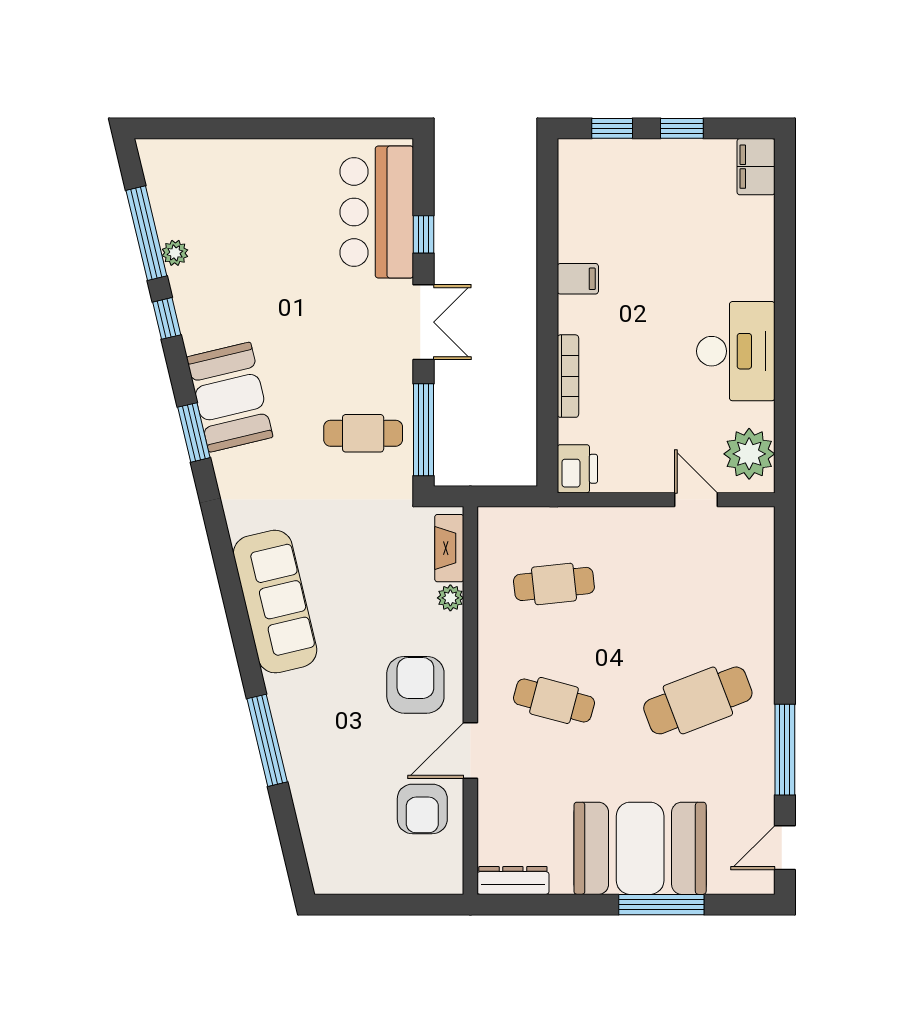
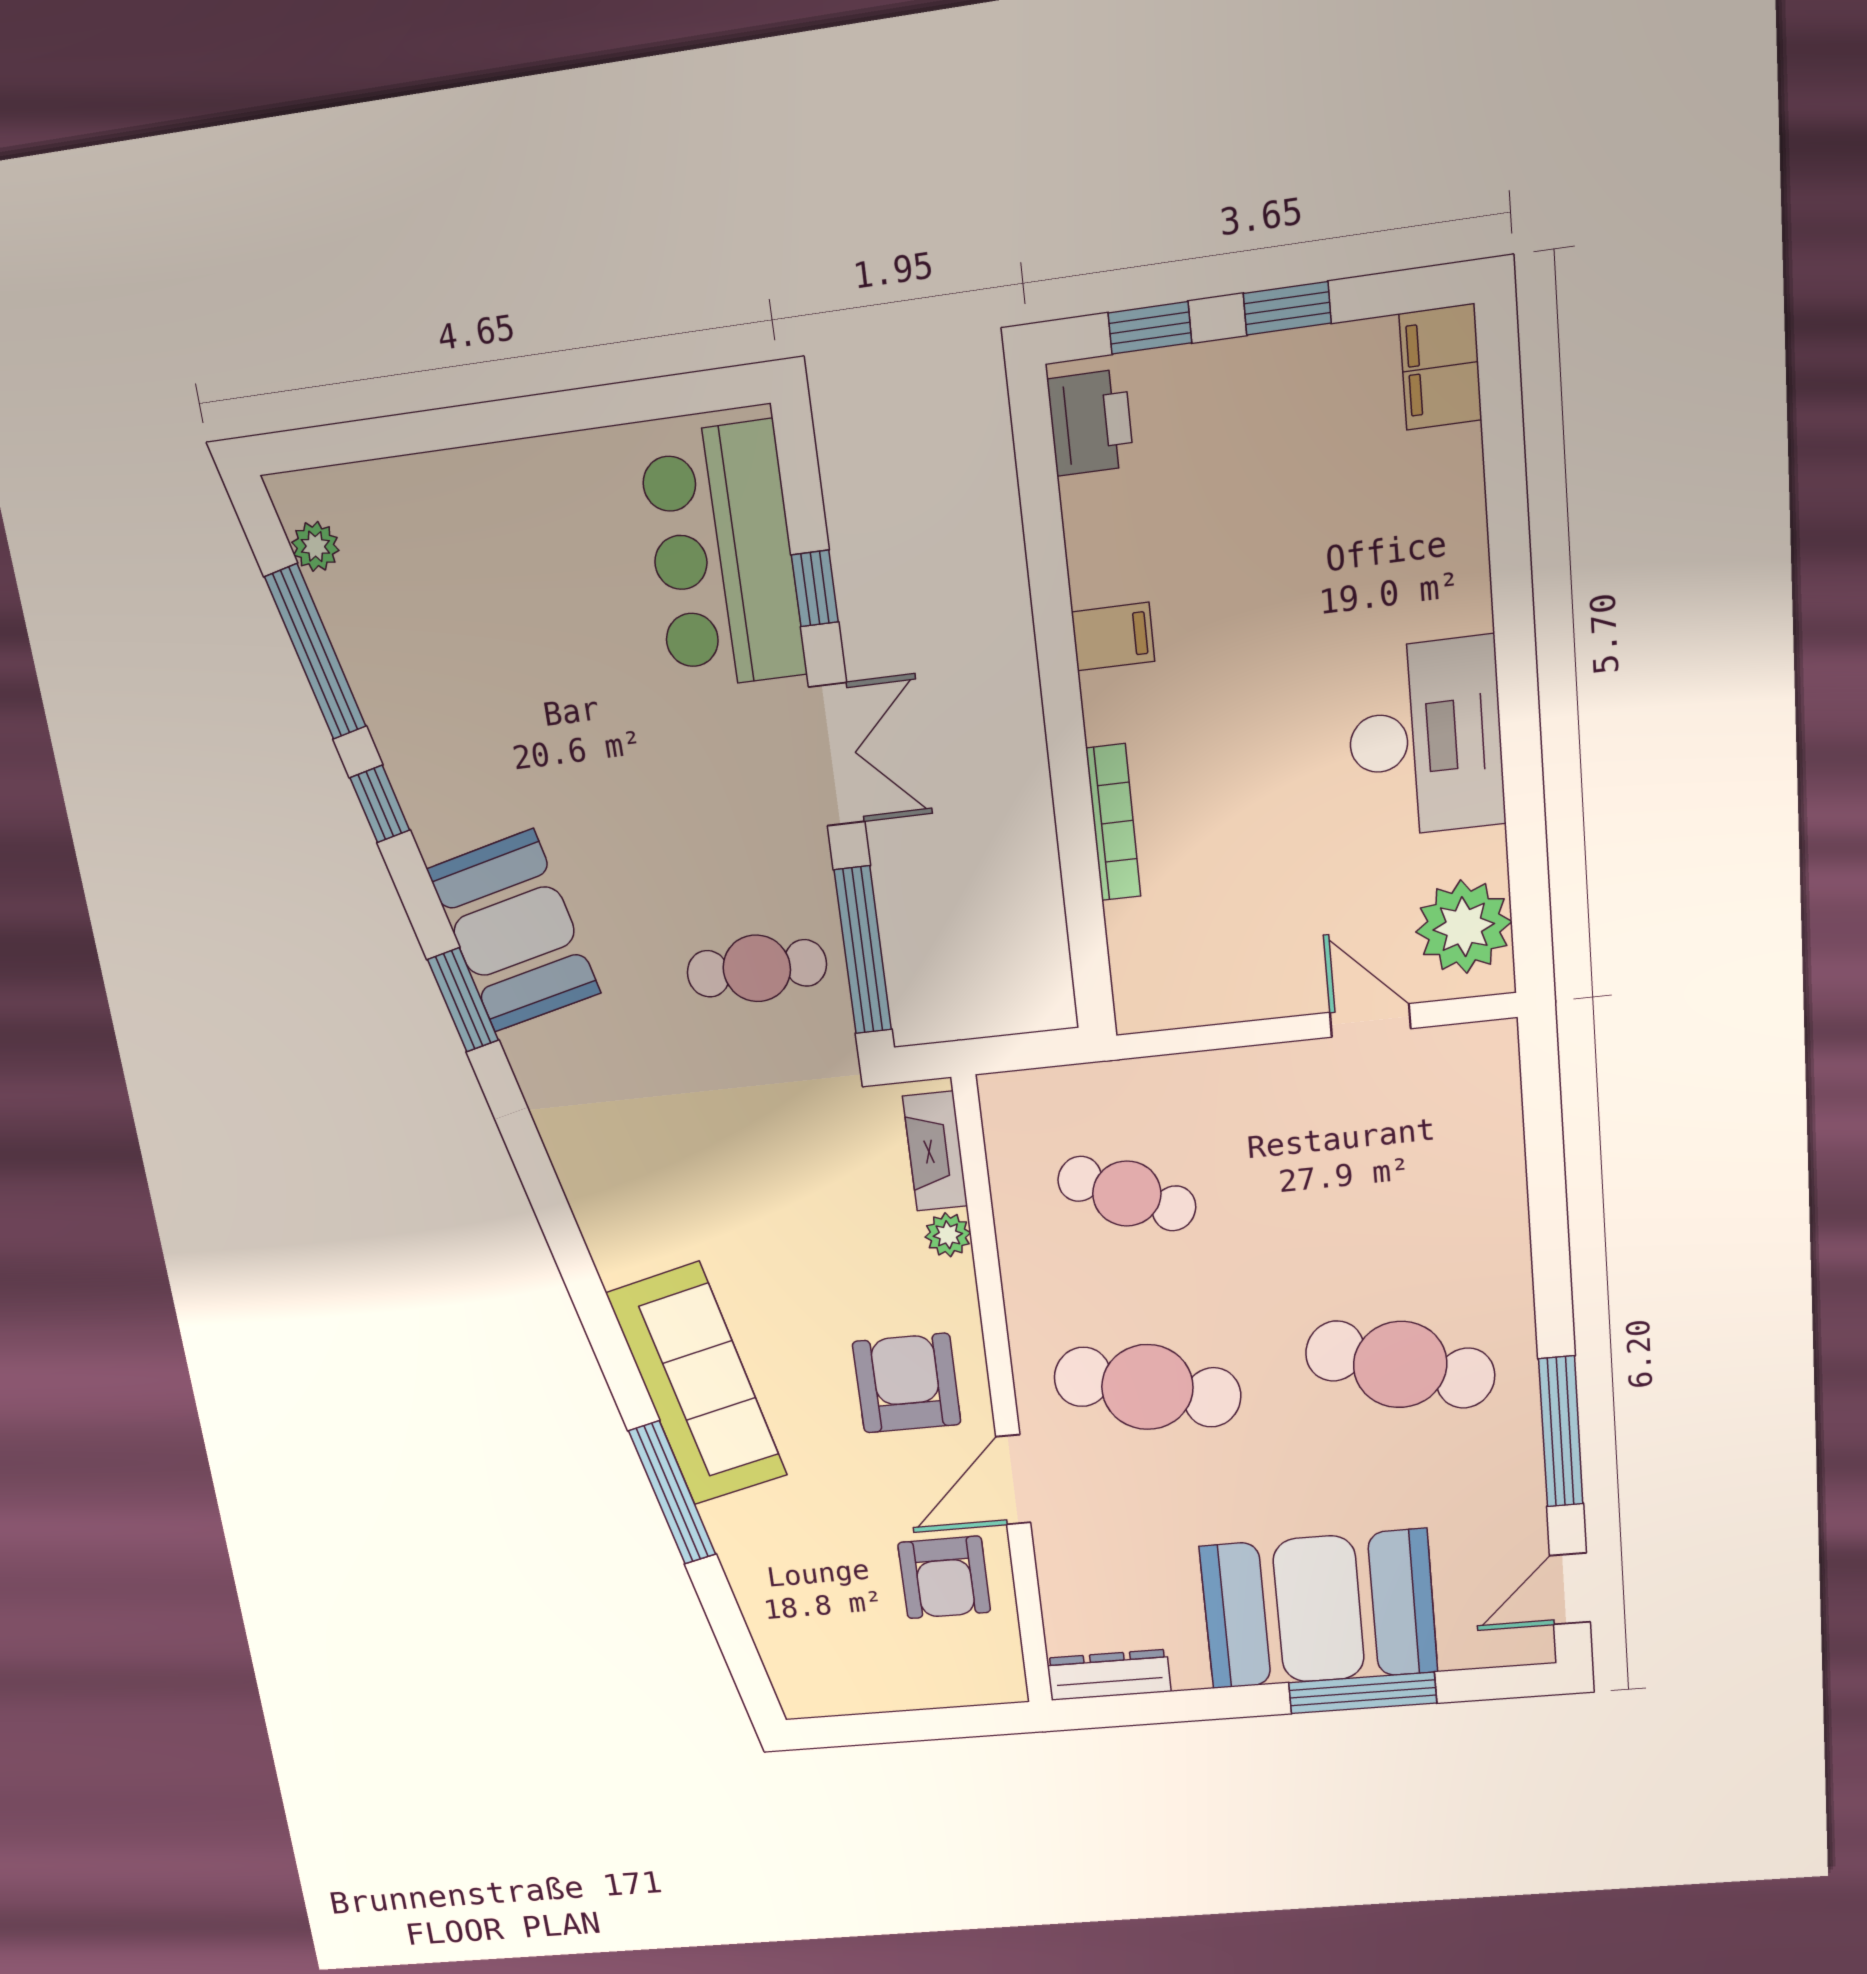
plant: (175, 253) -> (315, 546), moved
printer: (577, 469) -> (1091, 423), moved
cafe table: (554, 584) -> (1127, 1194), turned 30
sofa: (275, 602) -> (697, 1384), moved
cafe table: (554, 700) -> (1147, 1387), width x1.37, depth x1.35
cafe table: (698, 700) -> (1400, 1365), turned 39

